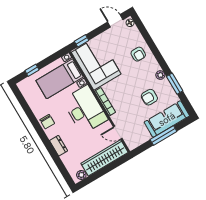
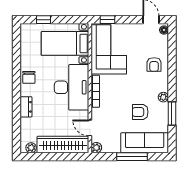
plant: (132, 145) -> (96, 148), added

